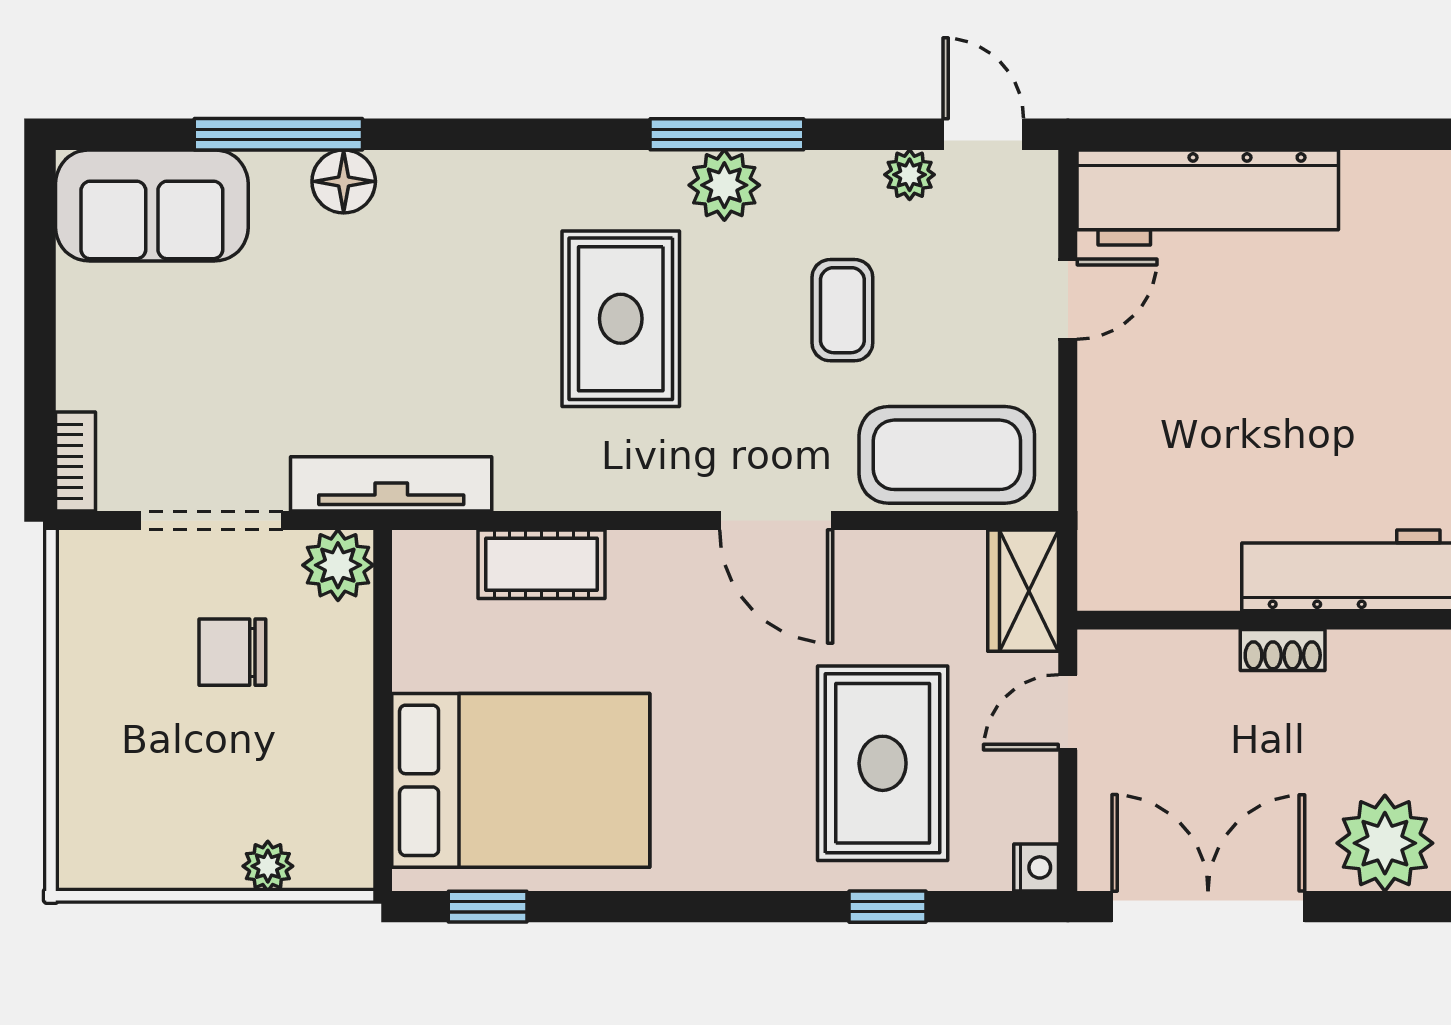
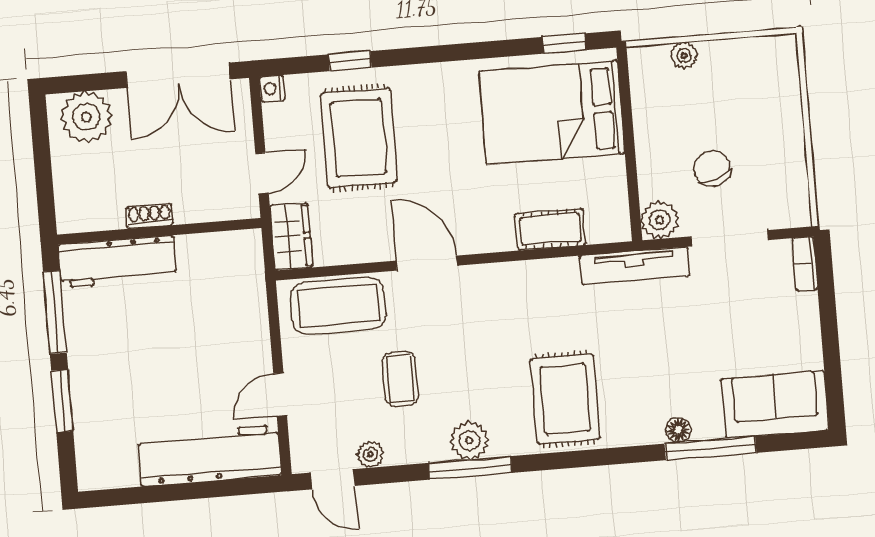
floor lamp: (344, 181) -> (678, 430), width x0.73, depth x0.73
rug: (621, 319) -> (565, 399), moved
chair: (232, 652) -> (712, 169), turned -108

